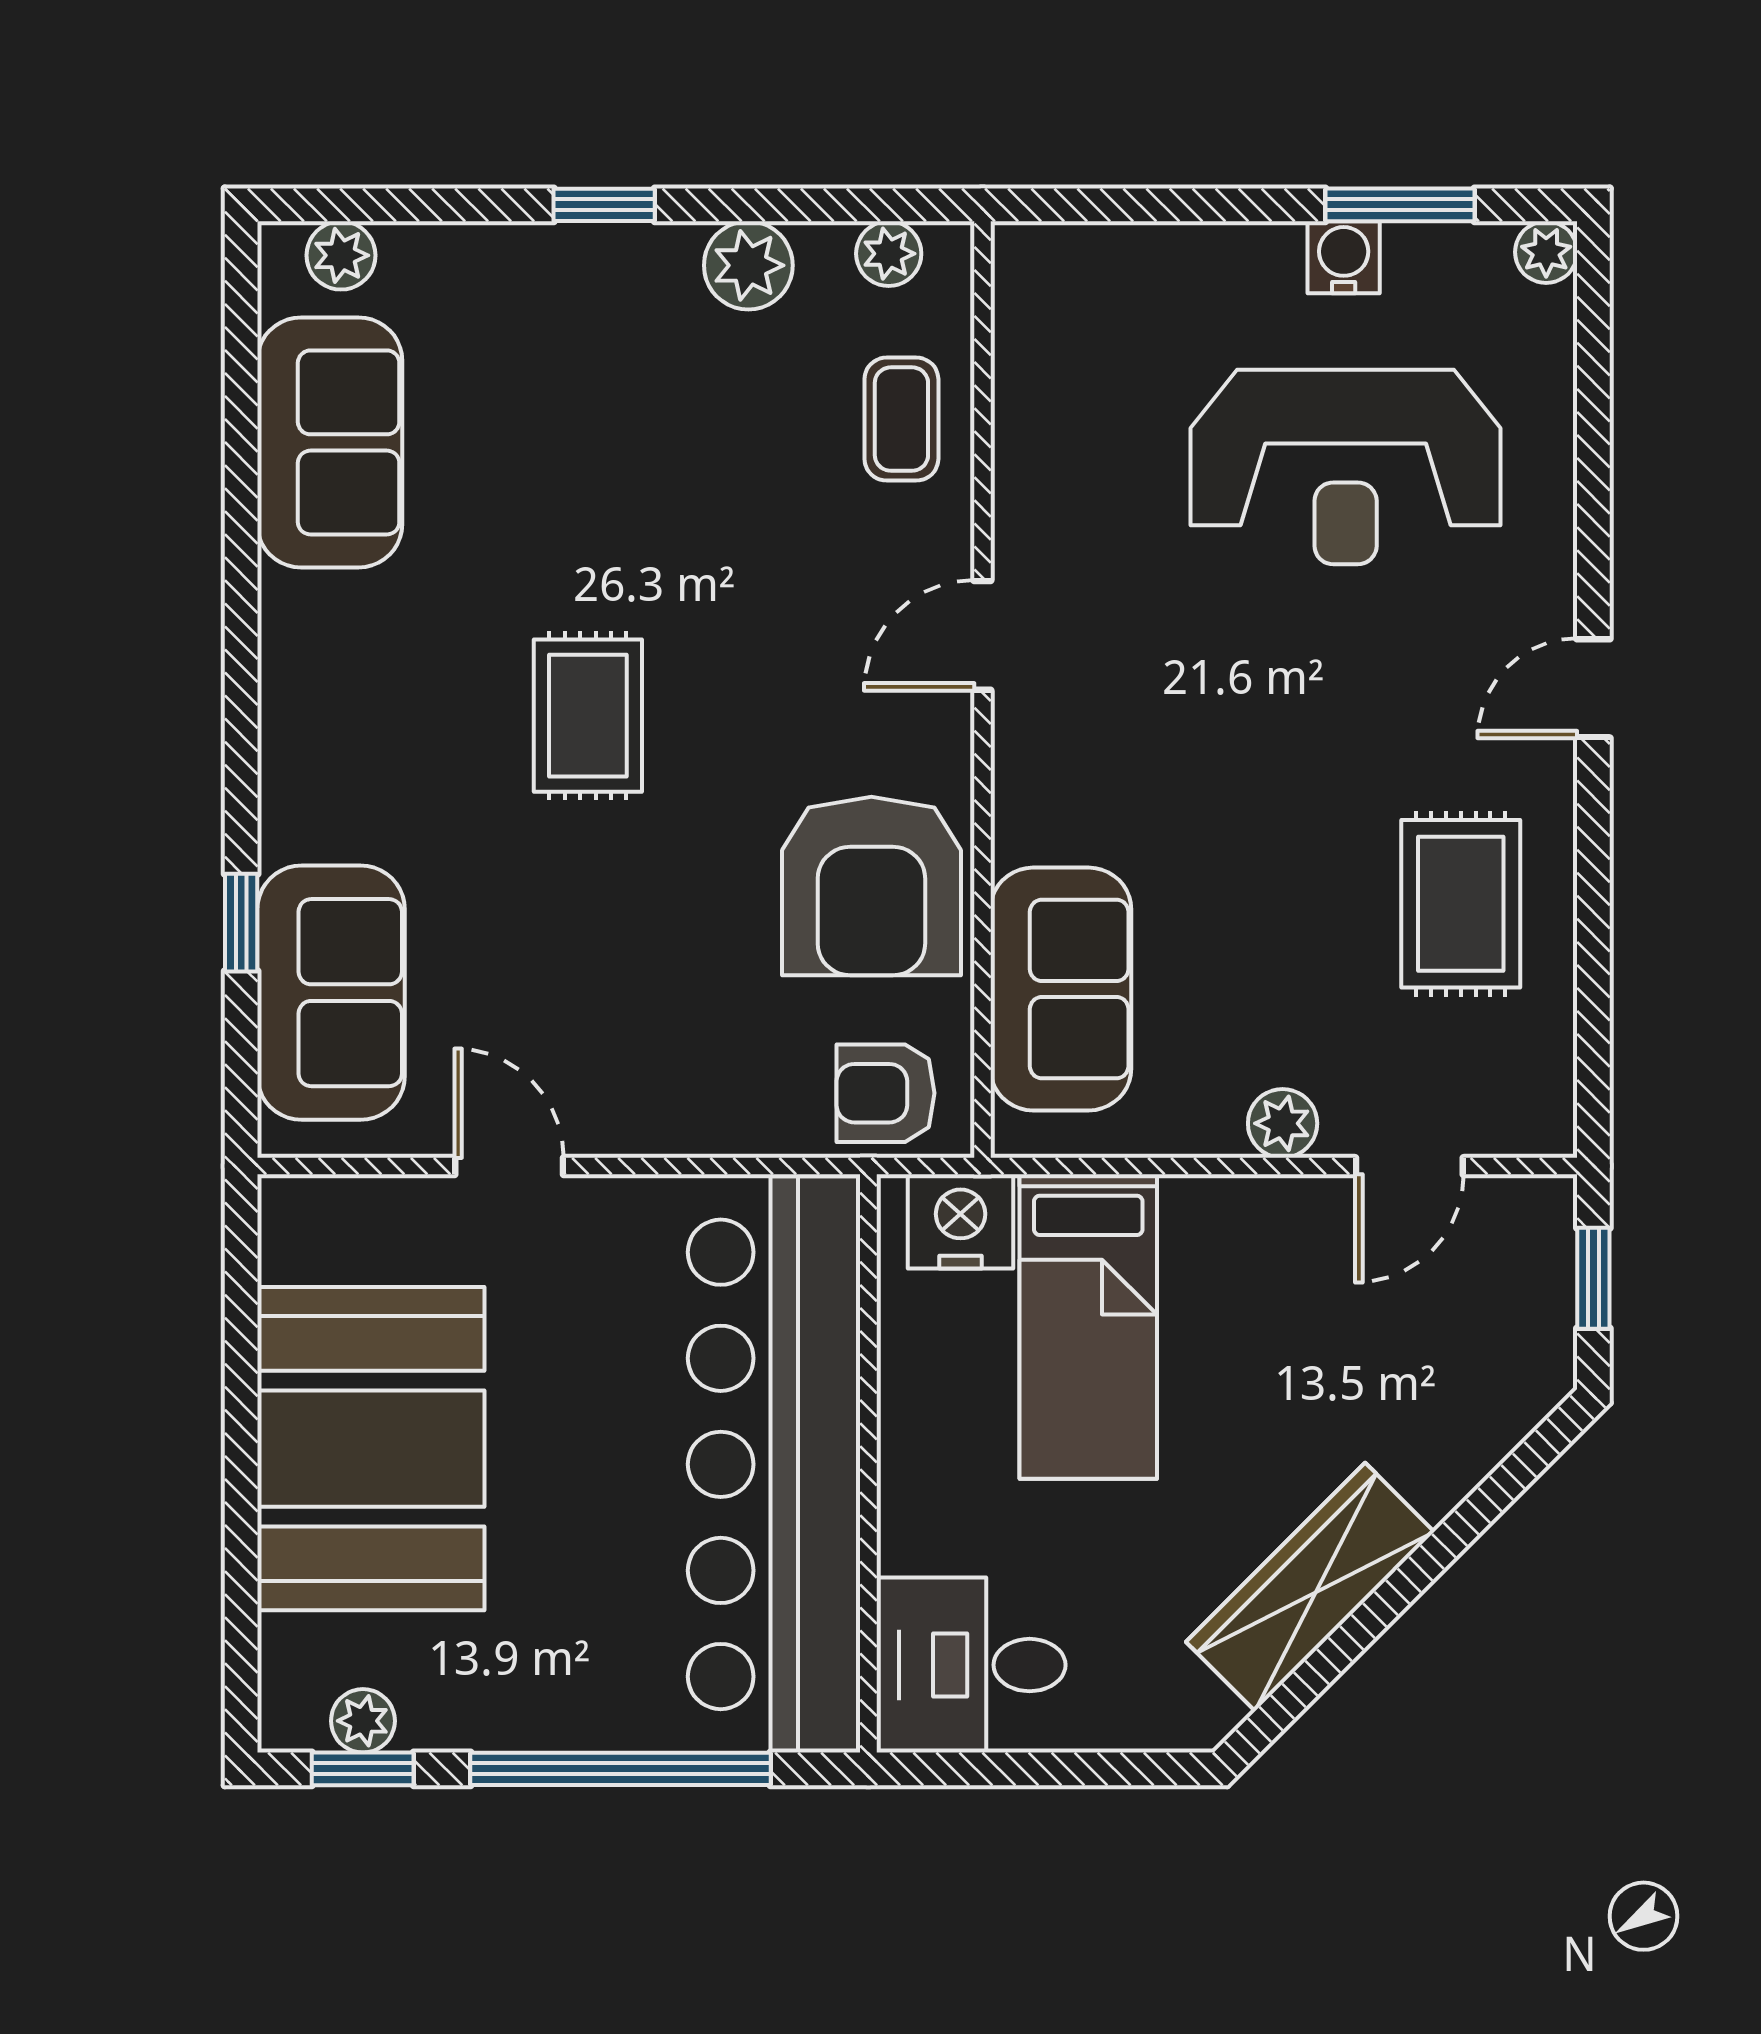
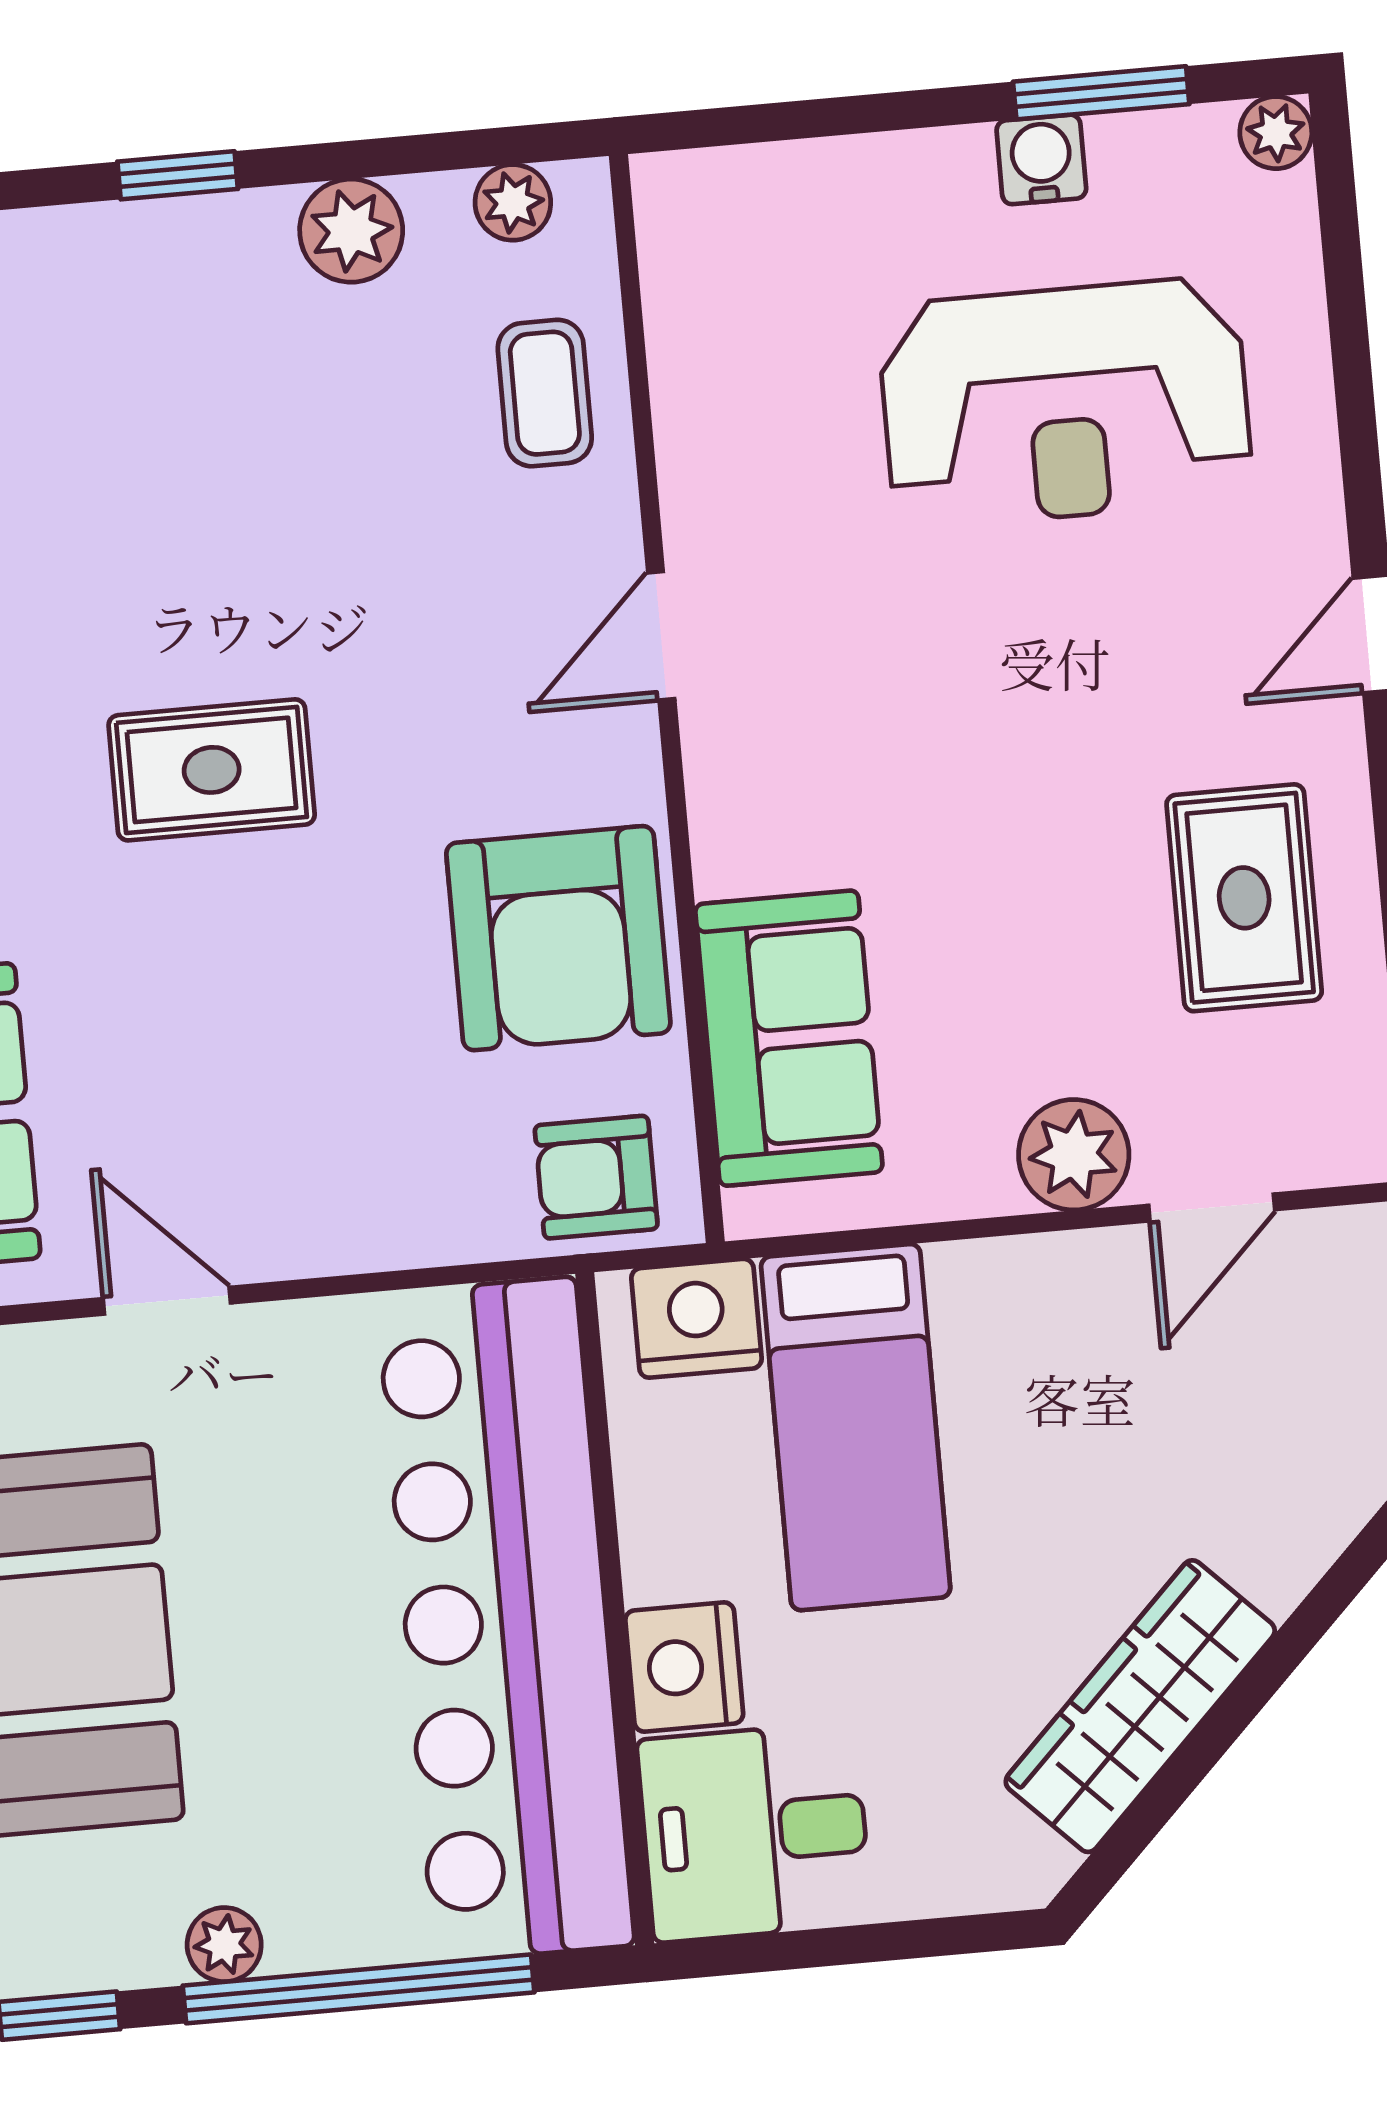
rug: (588, 716) -> (212, 770), turned 90
plant: (1283, 1123) -> (1074, 1155), width x1.38, depth x1.38
nightstand: (923, 1519) -> (684, 1667), added
plant: (363, 1721) -> (224, 1945), moved

